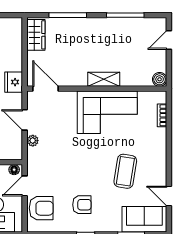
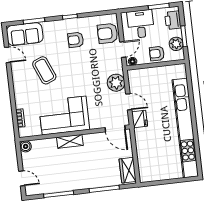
door: (169, 40) -> (22, 178), hinge flipped
fridge: (14, 82) -> (140, 119), moved
plant: (33, 141) -> (116, 83), width x1.87, depth x1.87
coffee table: (125, 171) -> (44, 70), turned -32

